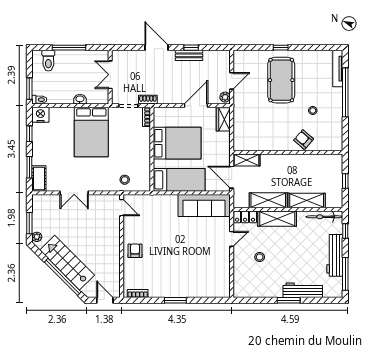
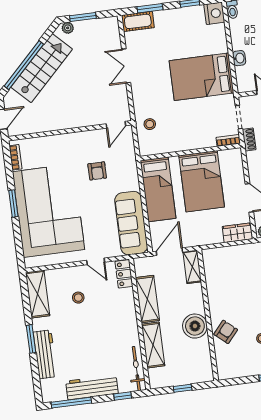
boiler: (295, 164) -> (195, 326), added
shelving: (277, 219) -> (38, 294), moved
armchair: (135, 251) -> (97, 171), moved, turned 90
corner sofa: (185, 272) -> (49, 211), added

